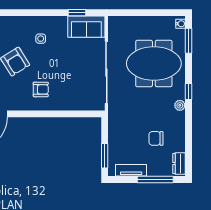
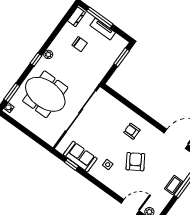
sofa: (86, 27) -> (80, 157), moved
tv unit: (131, 170) -> (103, 29), moved

